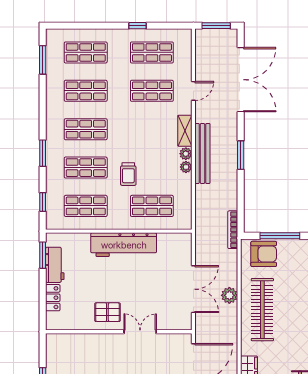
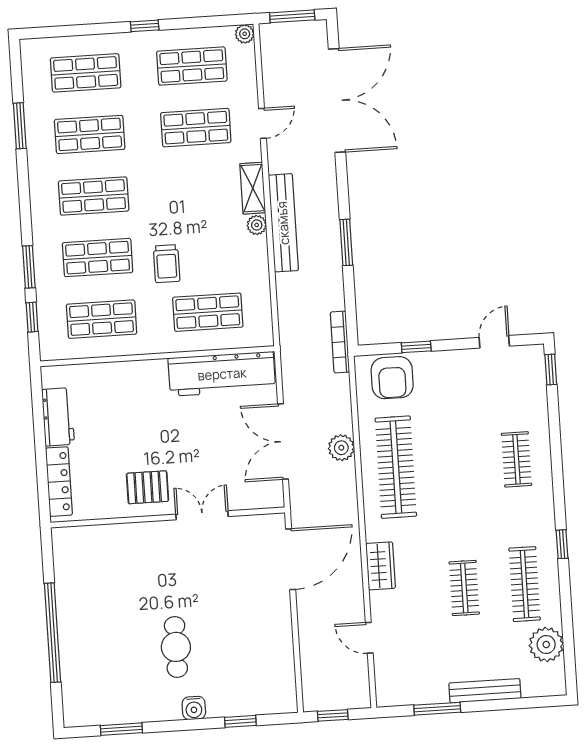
window: (137, 26) -> (145, 26), moved
window: (43, 60) -> (20, 126), moved
window: (43, 153) -> (29, 267), moved
window: (241, 155) -> (346, 242), moved
plant: (186, 167) -> (245, 34), moved
window: (280, 236) -> (416, 347), width x0.46
workbench: (124, 245) -> (222, 374), moved
armchair: (264, 254) -> (392, 378), turned 90
window: (43, 255) -> (38, 403), removed
double door: (193, 289) -> (283, 441), swing flipped
locker: (53, 298) -> (59, 482), width x1.53

